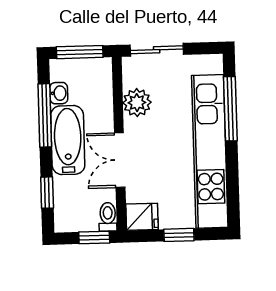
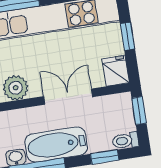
double door: (120, 160) -> (68, 97), swing flipped
toilet: (108, 217) -> (125, 141), moved

